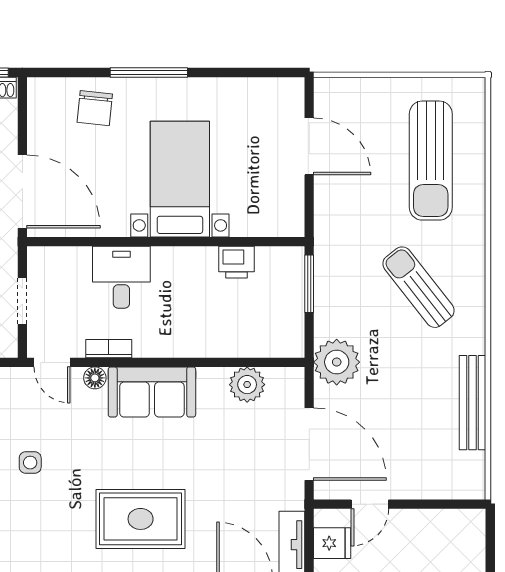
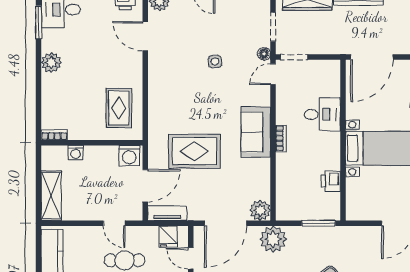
doorway: (22, 301) -> (294, 57), moved
bookcase: (109, 349) -> (281, 138), moved
floor lamp: (95, 378) -> (264, 54), moved
plant: (247, 385) -> (260, 210), moved
rug: (141, 519) -> (194, 151), moved, turned 90

